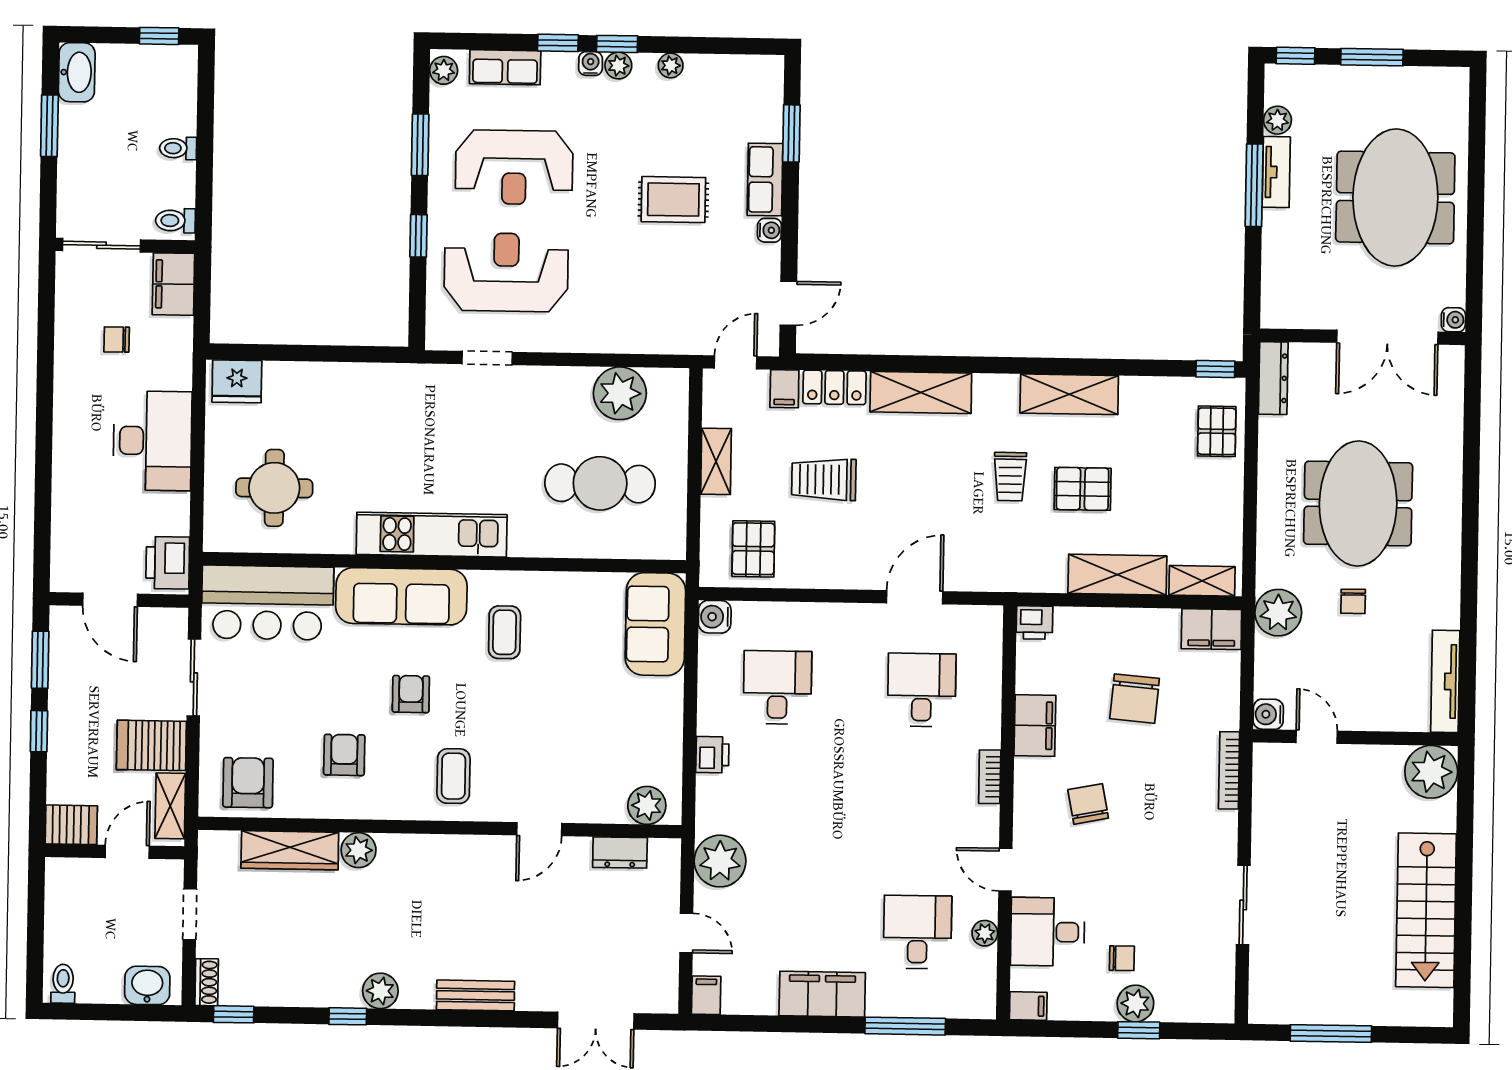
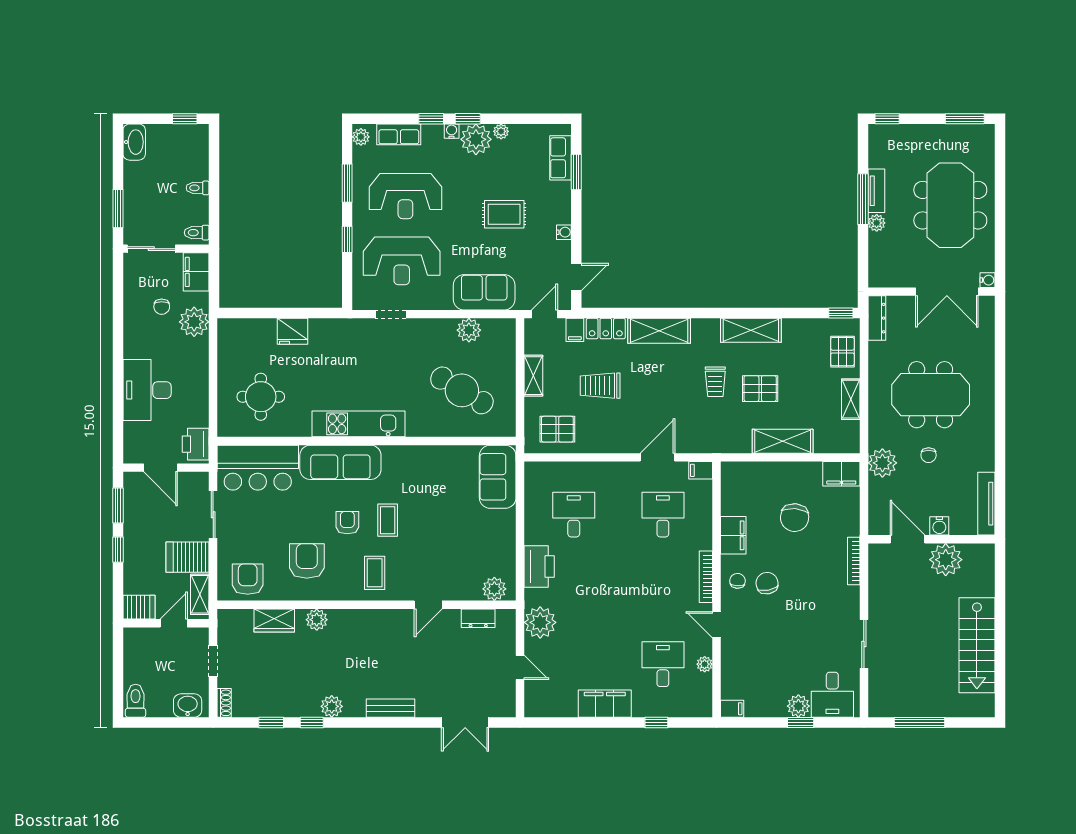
window: (1372, 57) -> (965, 119), moved
plant: (618, 66) -> (476, 139), width x1.87, depth x1.87
plant: (1277, 120) -> (877, 223), moved
window: (49, 126) -> (118, 209), moved
row of seats: (765, 180) -> (561, 158), moved
reception desk: (506, 272) -> (402, 261), turned 180
sofa: (639, 325) -> (484, 292), added
chair: (117, 339) -> (162, 307), turned -90
plant: (169, 365) -> (194, 322), added
fridge: (237, 381) -> (292, 331), moved
plant: (620, 393) -> (469, 330), width x0.73, depth x0.73
desk: (153, 441) -> (147, 390), moved, turned 180
cafe table: (600, 483) -> (462, 390), turned 31
meeting table: (1358, 503) -> (931, 395), turned 90
pallet: (753, 549) -> (557, 429), turned 90
shelving: (1202, 581) -> (851, 399), moved, turned 90
water cooler: (715, 617) -> (534, 472), removed
printer: (1034, 622) -> (732, 472), removed
coffee table: (505, 632) -> (388, 520), moved
water cooler: (1268, 714) -> (939, 526), moved, turned -90
door: (1317, 737) -> (907, 539), width x1.38
armchair: (344, 755) -> (307, 561), width x1.38, depth x1.38
printer: (712, 755) -> (539, 567), width x1.87, depth x1.48
plant: (1431, 772) -> (946, 560), moved
bookcase: (990, 777) -> (706, 577), width x1.56
wardrobe: (290, 850) -> (274, 620), width x0.67
desk: (1048, 932) -> (832, 695), moved, turned -90
chair: (1122, 958) -> (737, 581), moved, turned -87
toilet: (63, 984) -> (136, 701), width x1.37, depth x1.39
filing cabinet: (706, 995) -> (701, 470), moved, turned -90
window: (234, 1014) -> (271, 722), moved
window: (905, 1026) -> (656, 722), width x0.46

